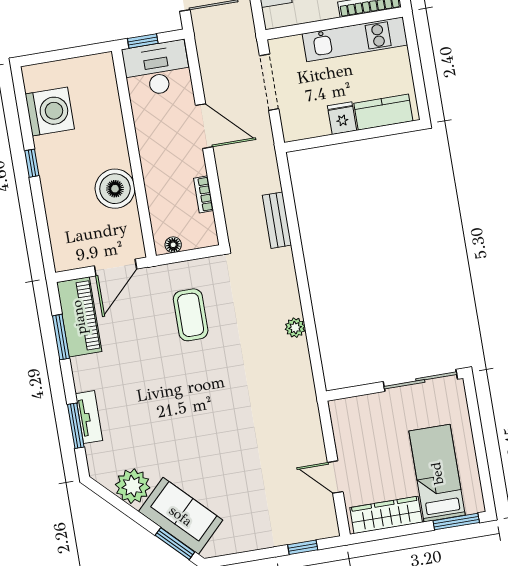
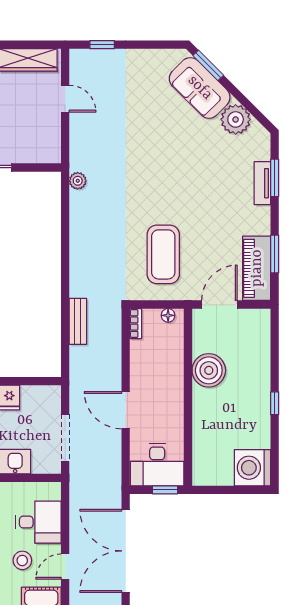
washing machine: (50, 111) -> (252, 468), moved
bookcase: (204, 194) -> (136, 324), moved
coffee table: (191, 315) -> (163, 254), width x1.36, depth x1.32
plant: (295, 328) -> (78, 181), moved

